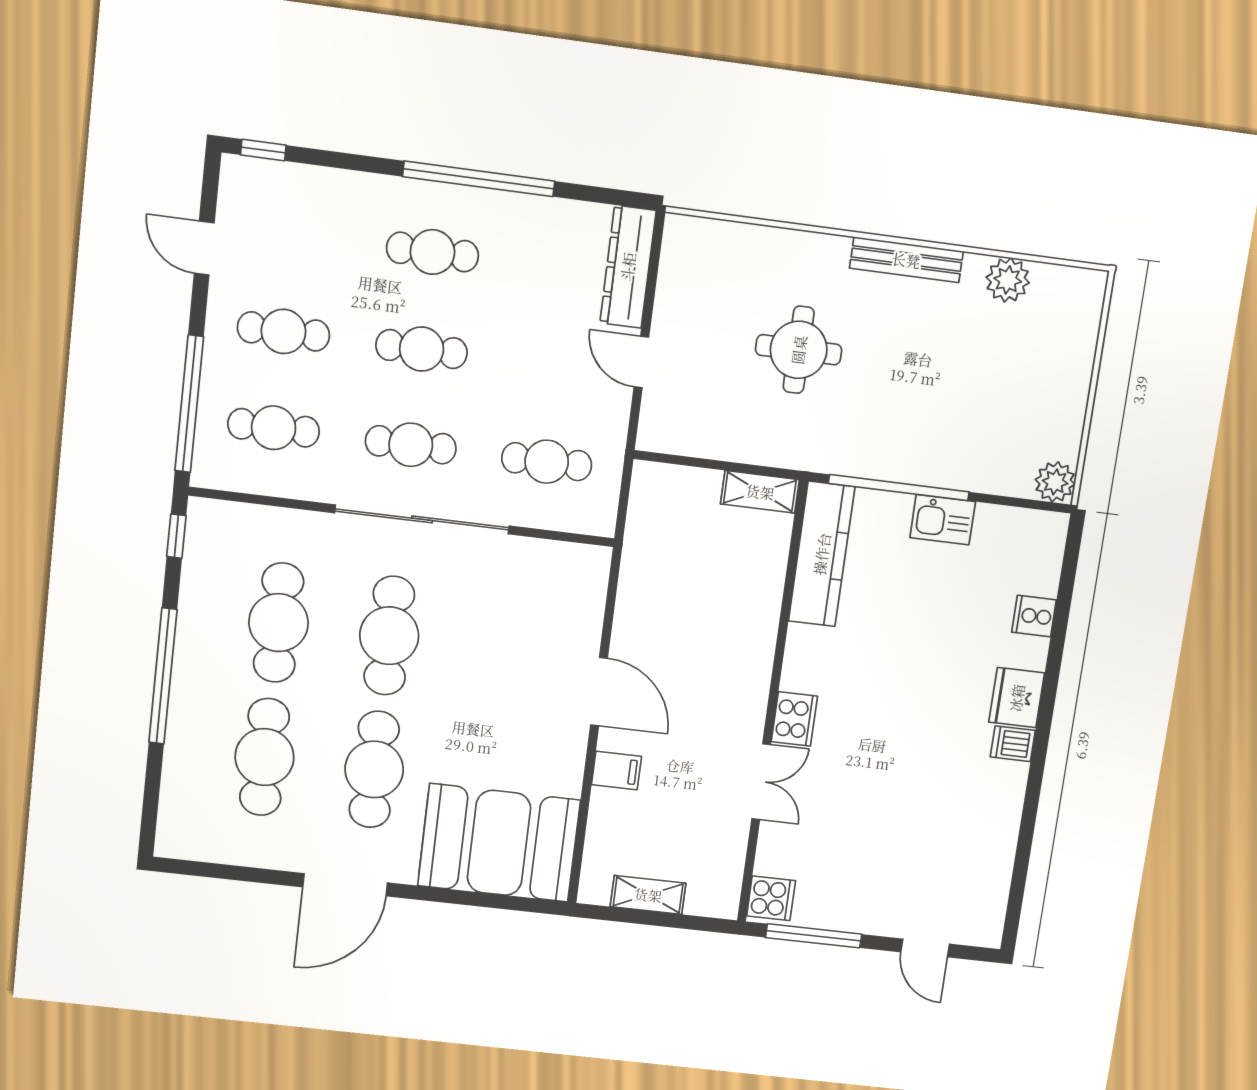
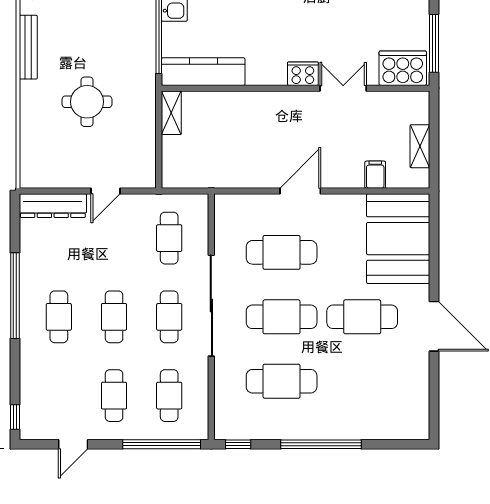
cafe table: (264, 757) -> (282, 252), moved
filing cabinet: (617, 770) -> (375, 175), moved
cooker: (771, 898) -> (403, 68), width x1.87, depth x1.31

